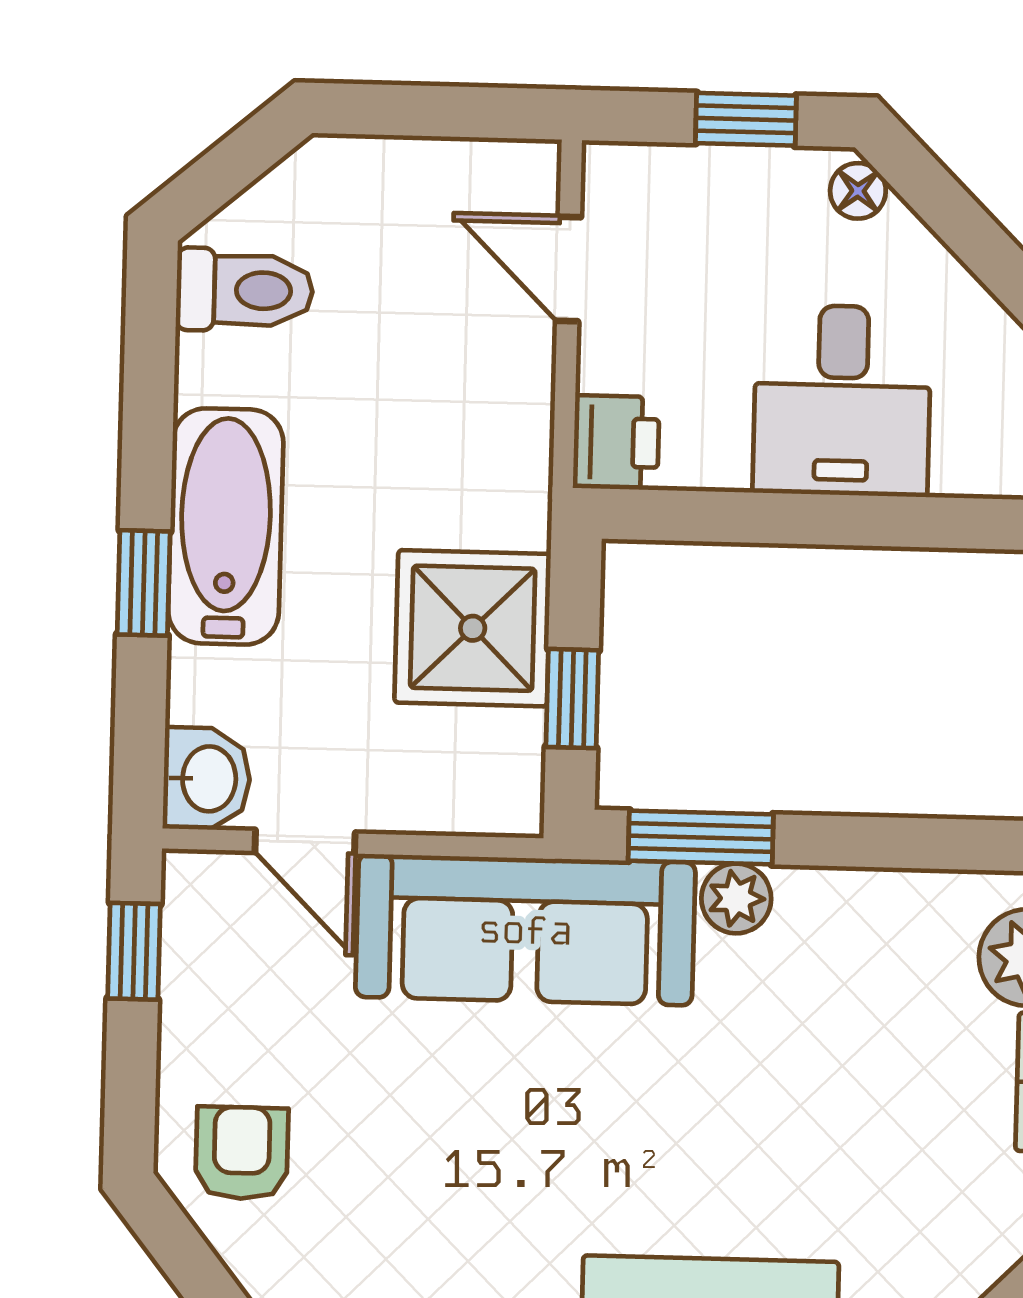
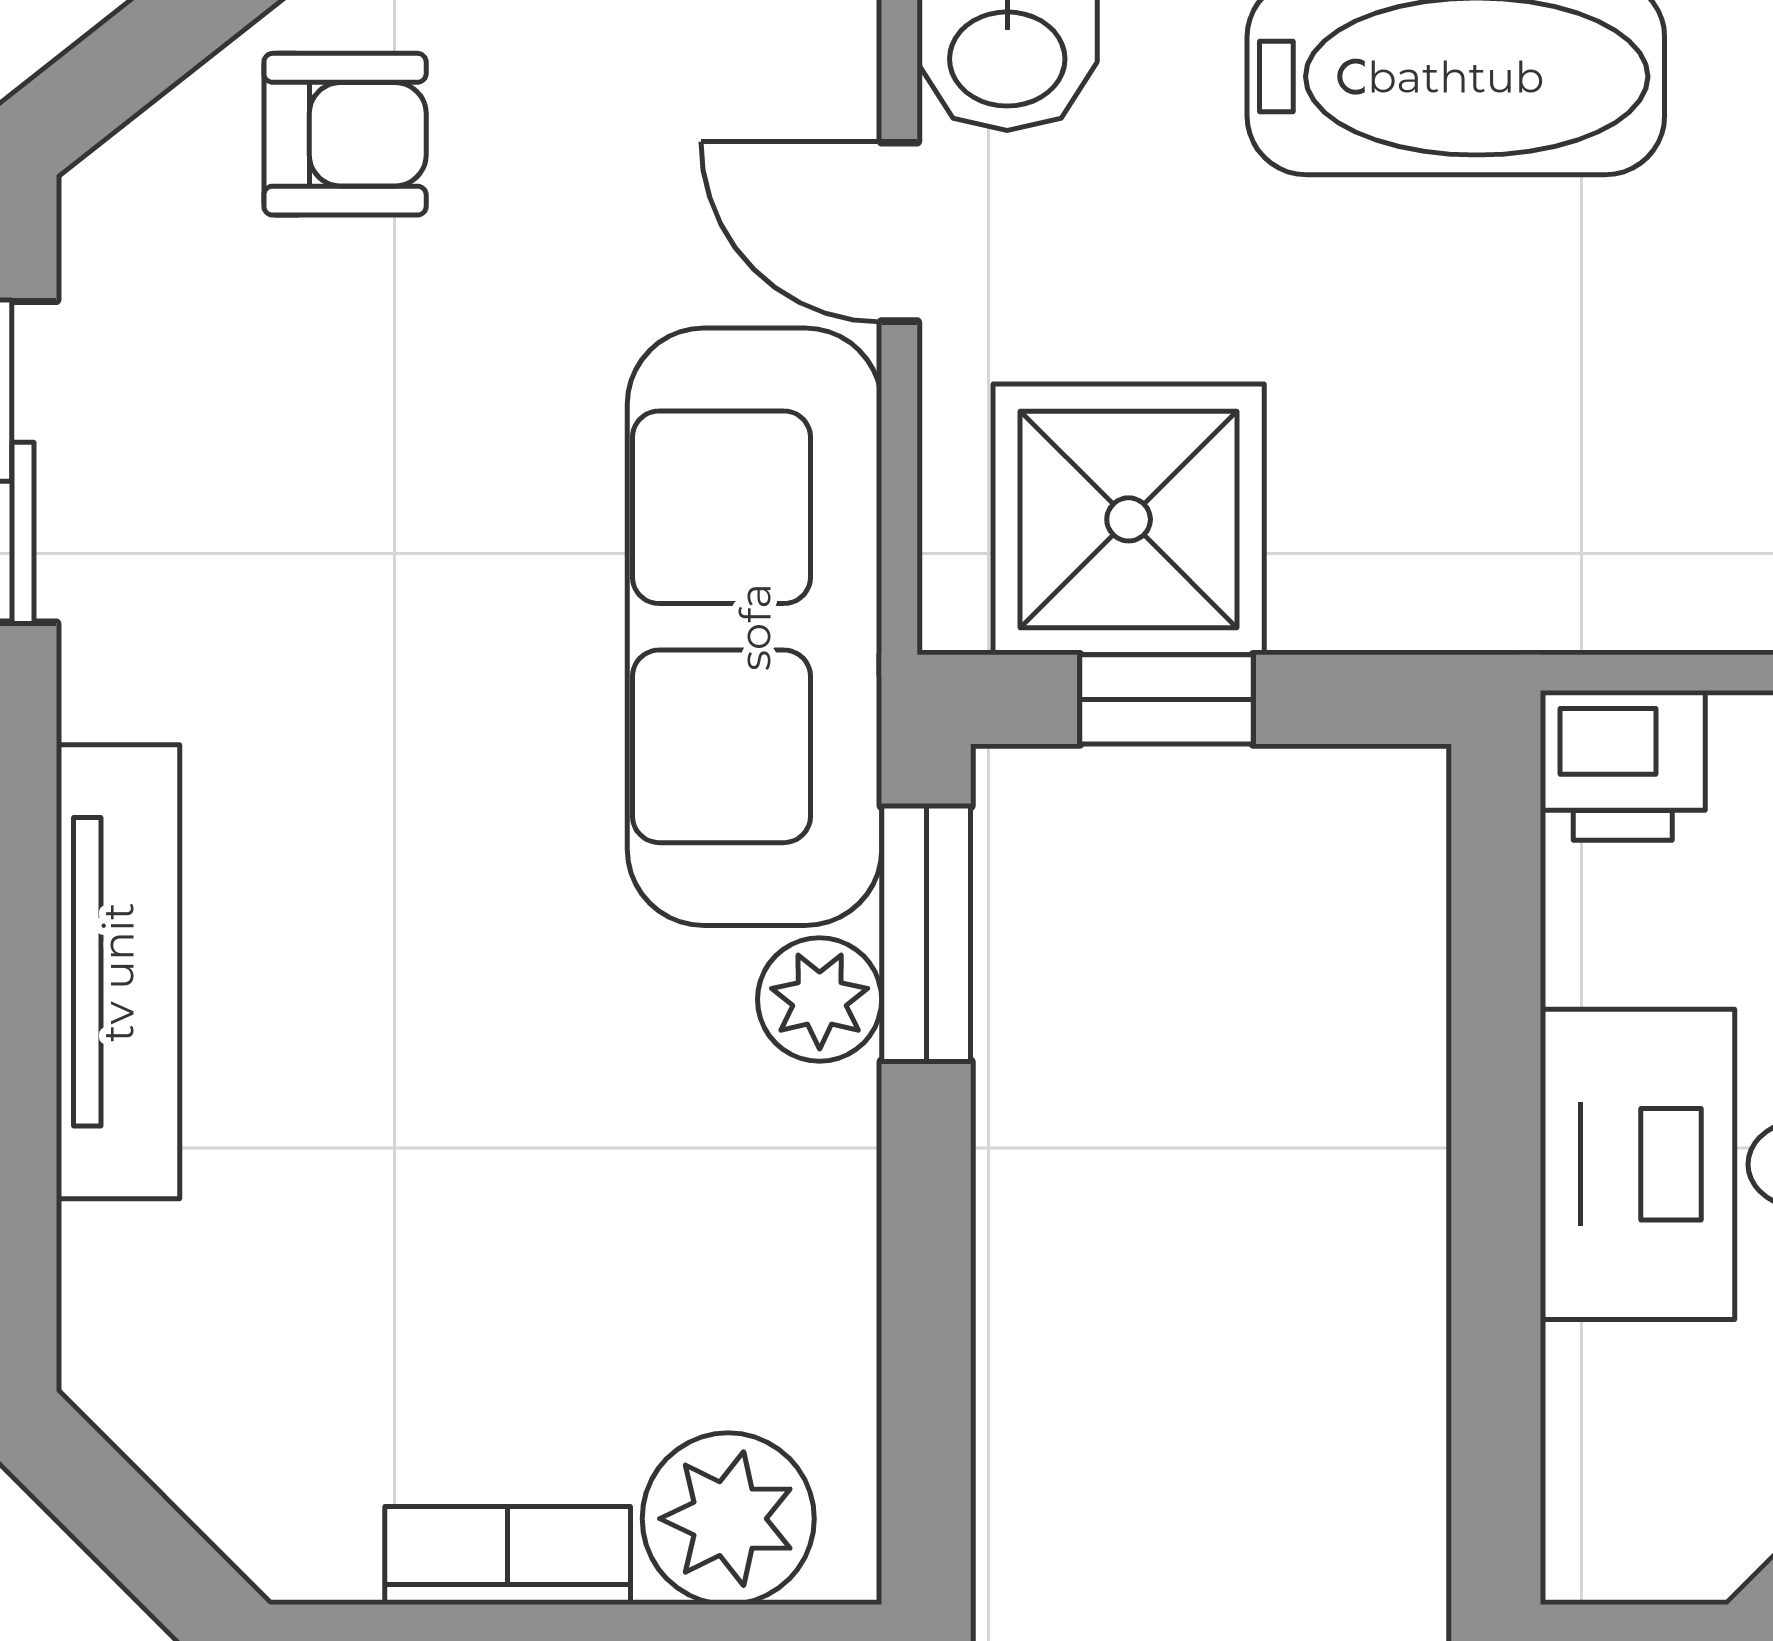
shower: (473, 628) -> (1129, 519), moved
door: (305, 842) -> (899, 232), hinge flipped

